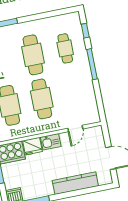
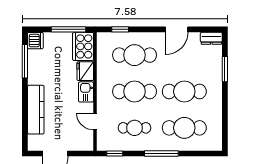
window: (85, 31) -> (115, 154), moved
cafe table: (65, 48) -> (184, 128), width x1.37, depth x1.35
cafe table: (74, 93) -> (135, 128), added

